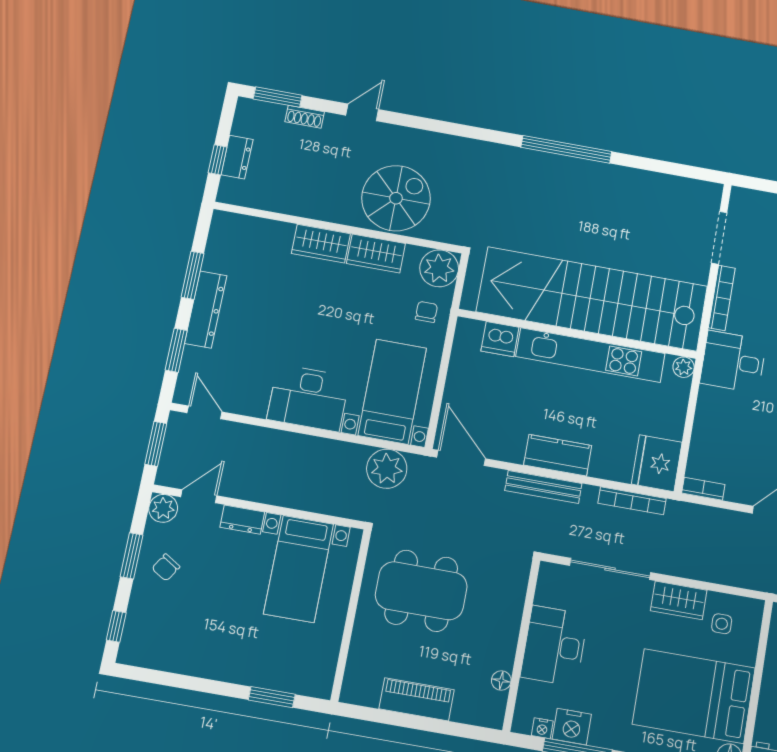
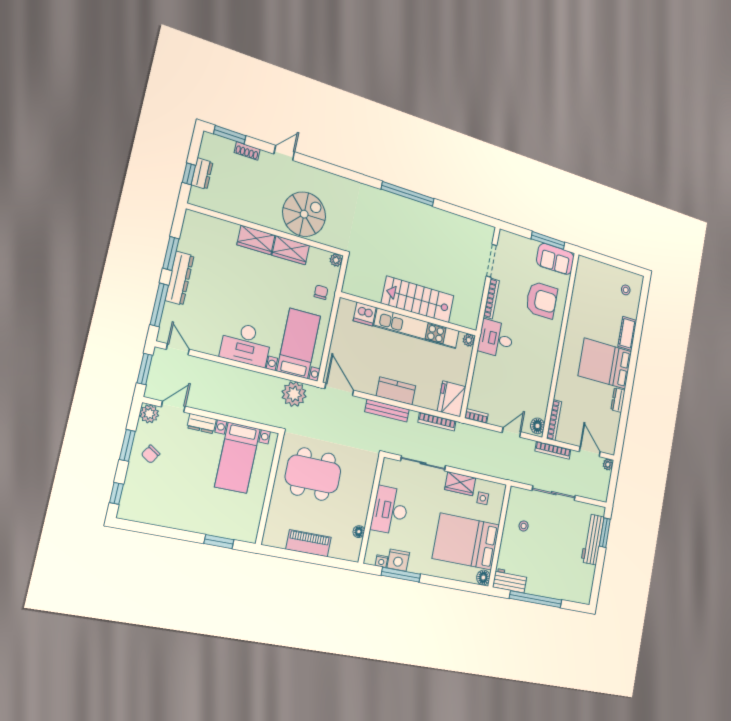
plant: (439, 268) -> (336, 260), width x0.53, depth x0.53
stairs: (592, 299) -> (418, 300), width x0.54, depth x0.66
window: (176, 350) -> (159, 305), width x1.44

